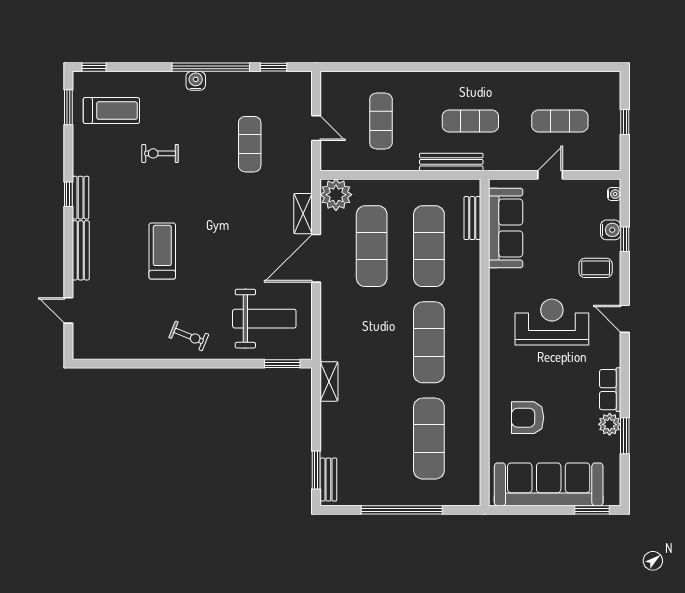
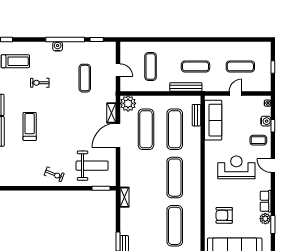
treadmill: (162, 251) -> (30, 126), moved

